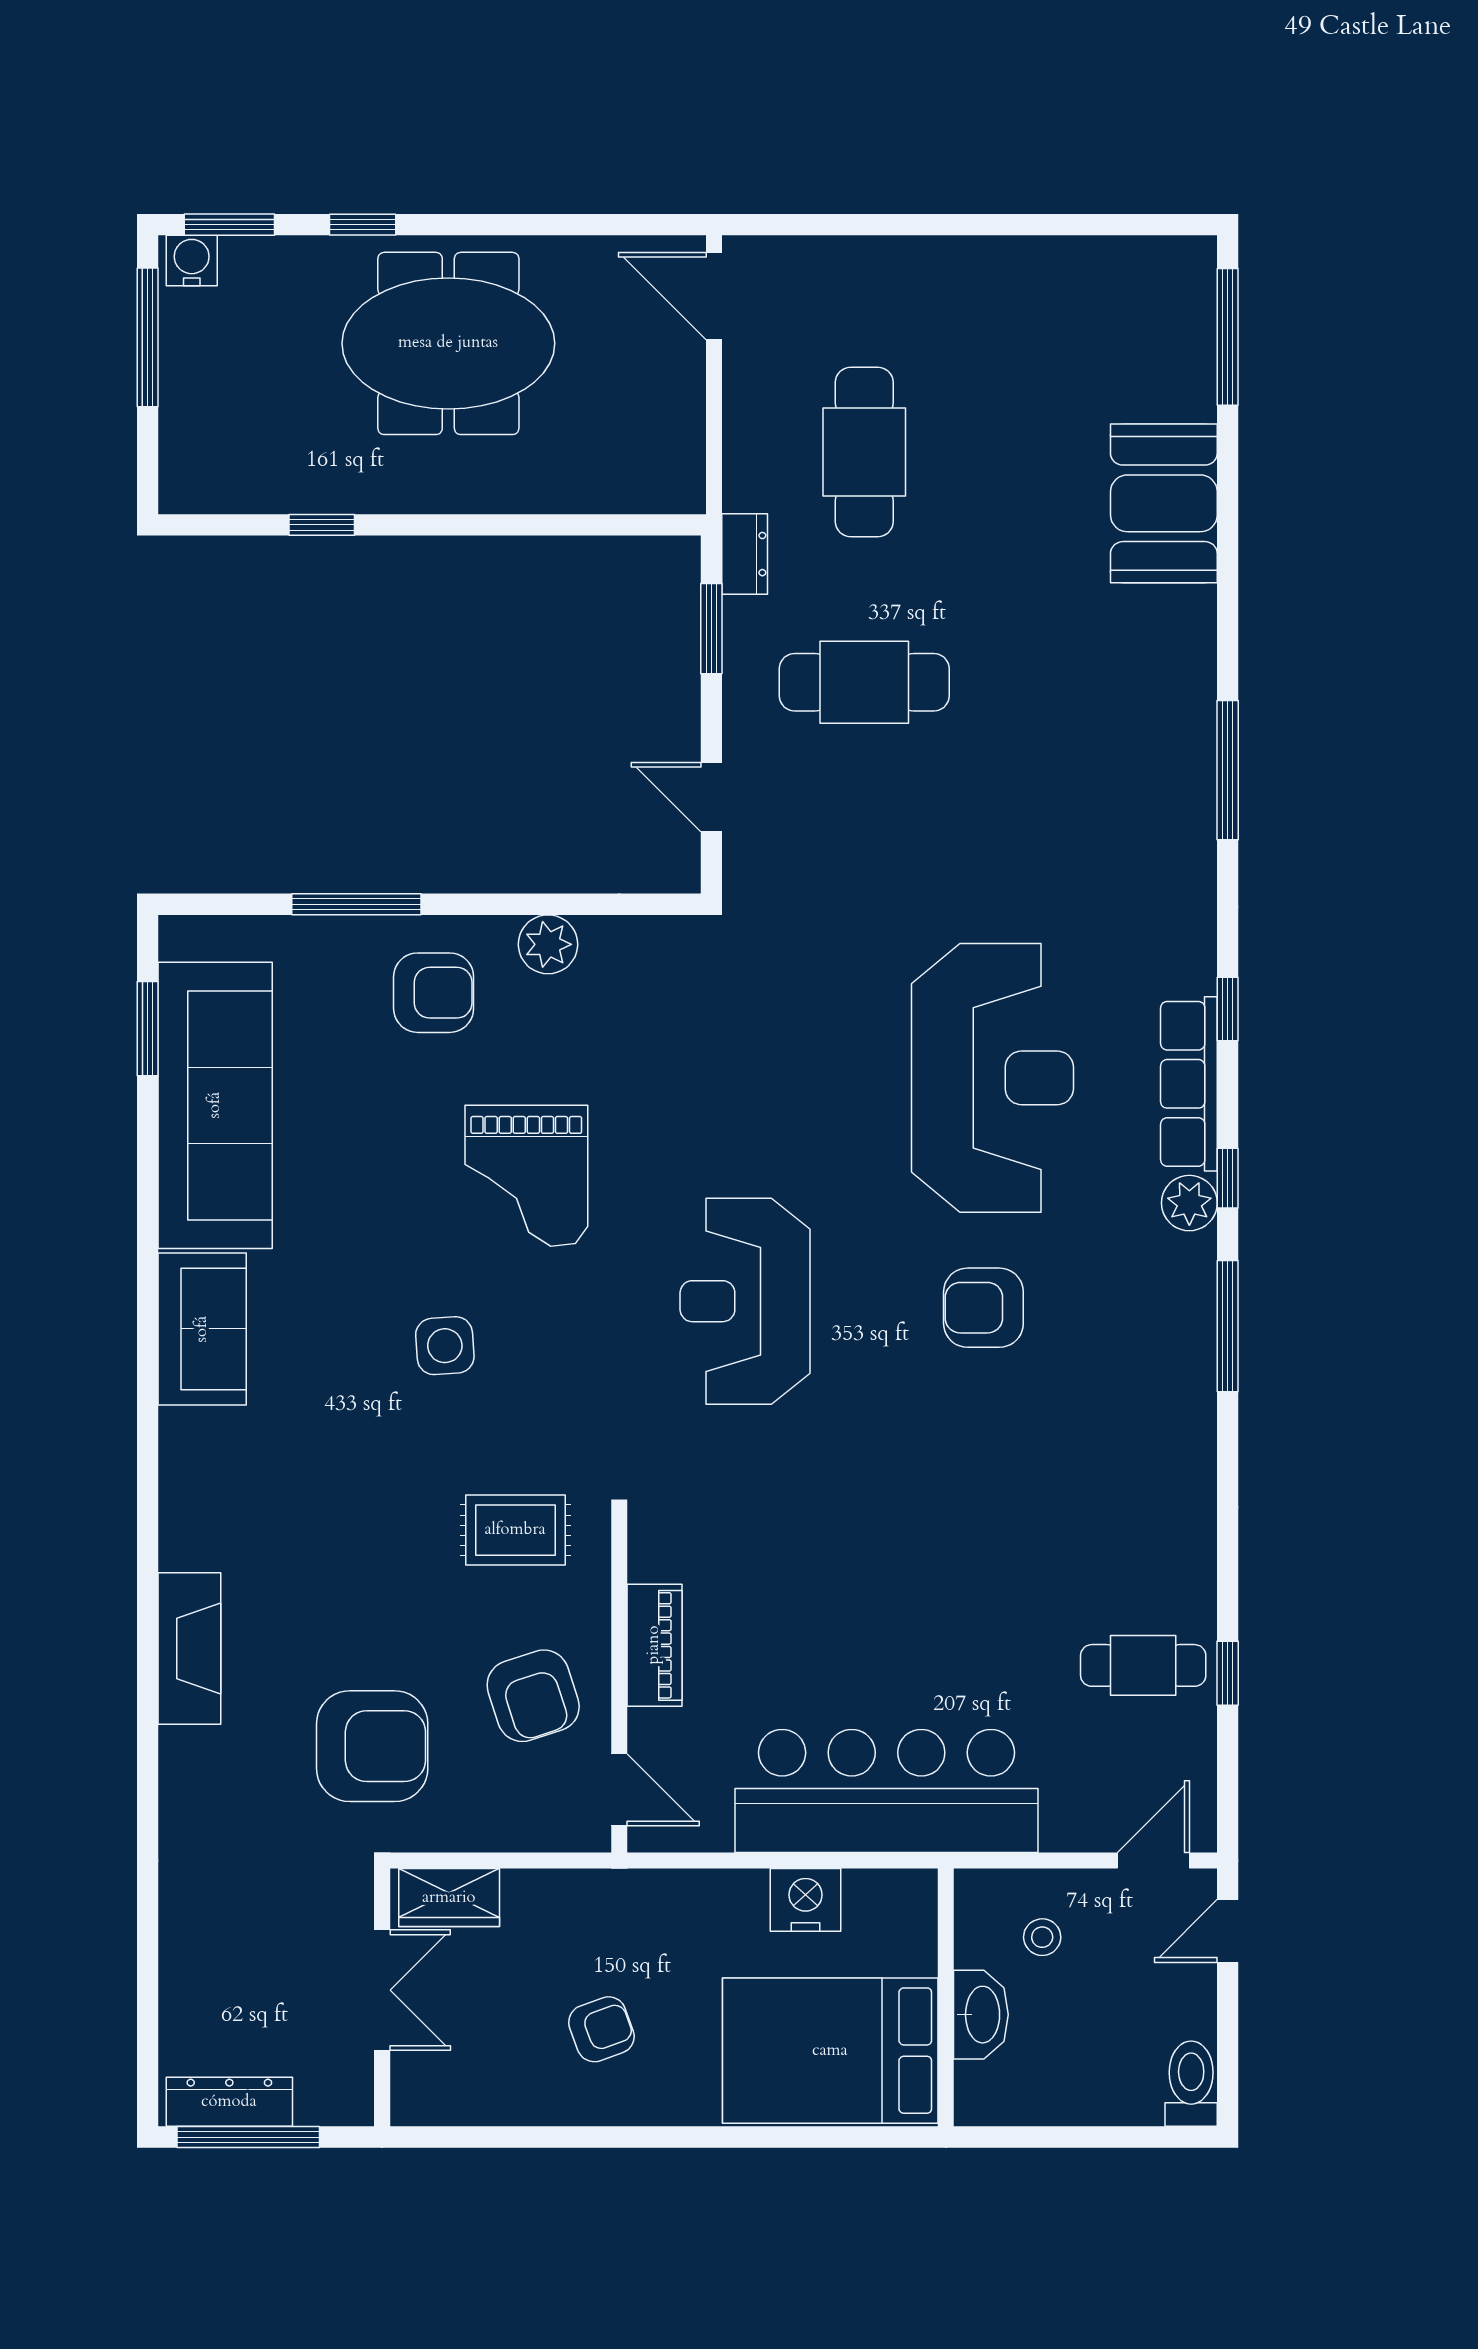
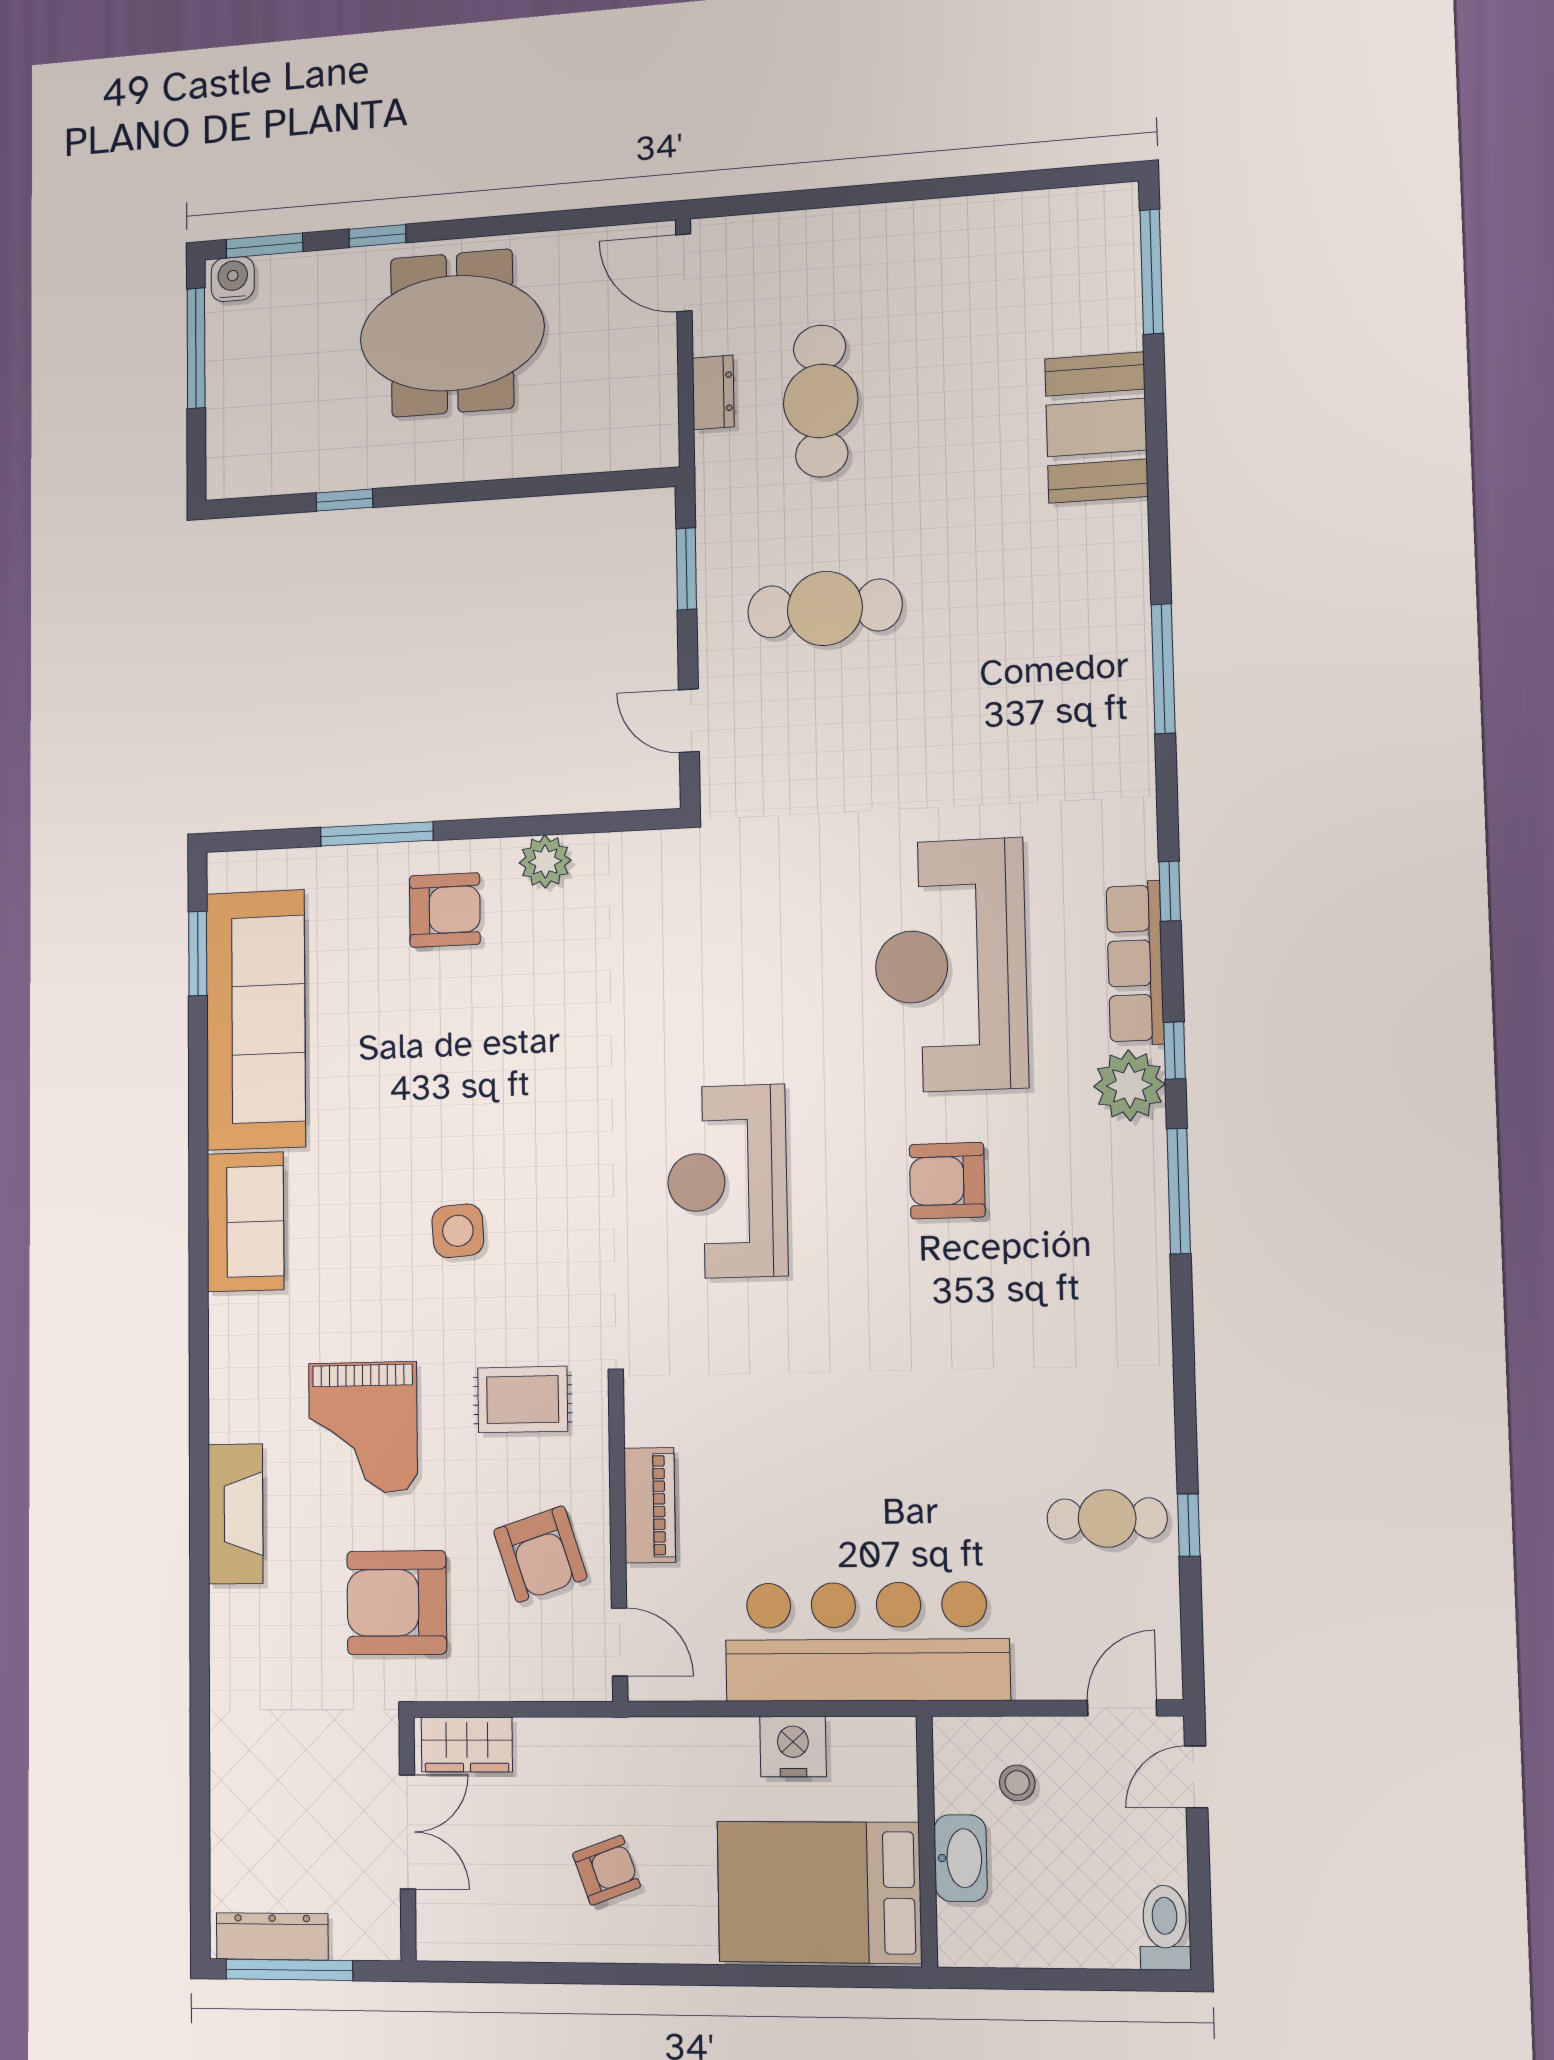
dresser: (745, 554) -> (713, 392), moved
reception desk: (992, 1078) -> (951, 965), turned 180
grand piano: (526, 1176) -> (363, 1427), moved
plant: (1189, 1203) -> (1129, 1085), width x1.36, depth x1.36
armchair: (372, 1746) -> (397, 1603), turned 180

